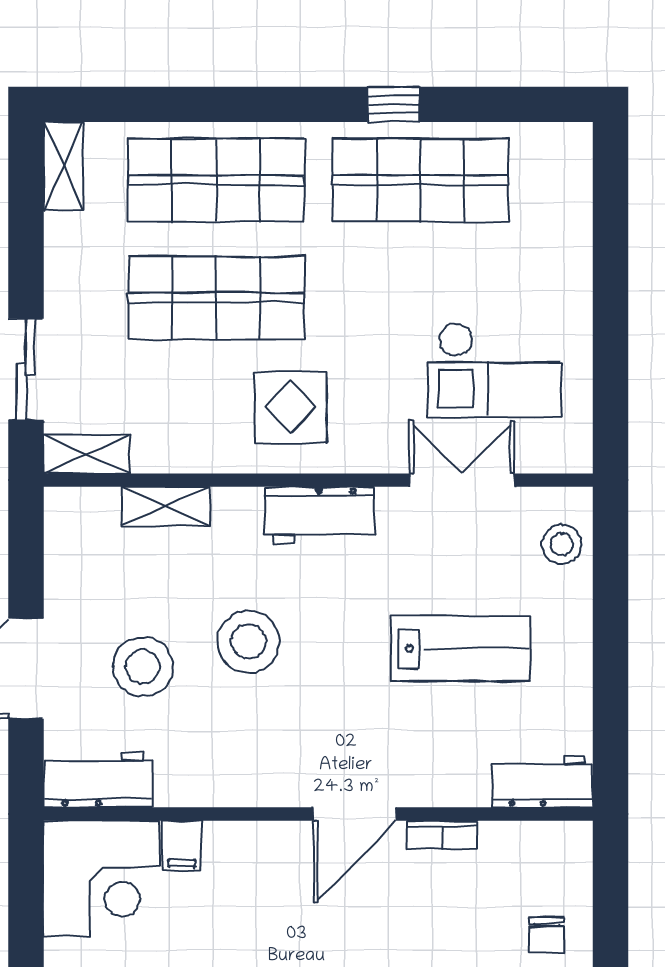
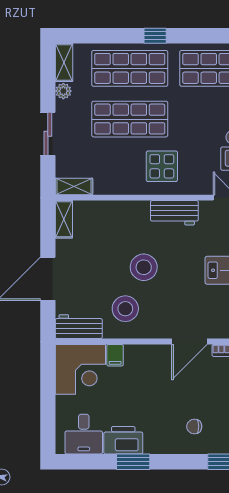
window: (393, 104) -> (155, 36), moved
plant: (62, 233) -> (63, 91), added
sliding door: (26, 369) -> (48, 134), moved
shelving: (166, 506) -> (64, 219), moved, turned 90
stool: (143, 667) -> (125, 309), moved

